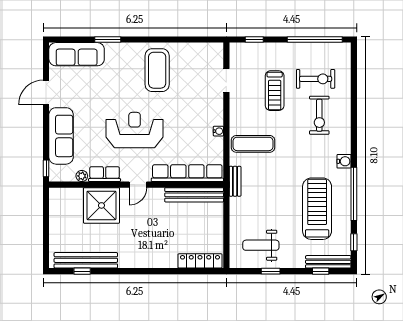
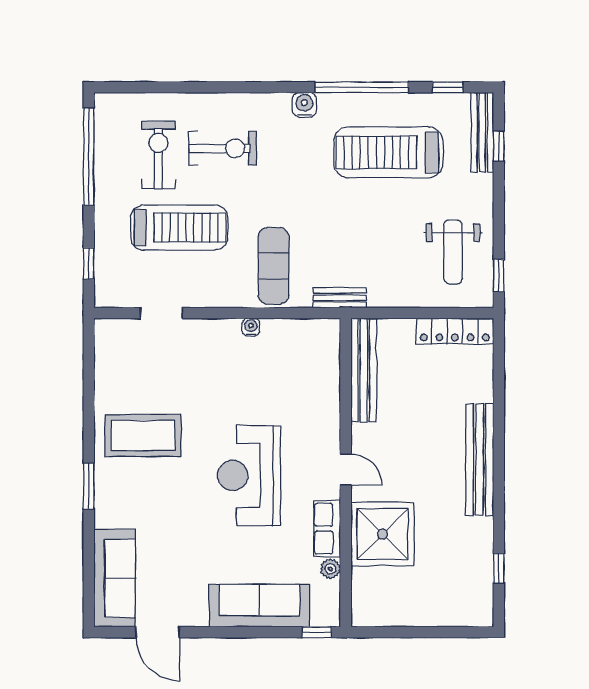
window: (108, 40) -> (89, 486), moved
treadmill: (275, 91) -> (179, 228), width x1.37, depth x1.38
door: (46, 92) -> (158, 632), moved
row of seats: (187, 173) -> (325, 382), removed
bench: (86, 260) -> (480, 460), moved
locker: (200, 261) -> (455, 331), moved, turned -90
window: (271, 271) -> (499, 276), moved

